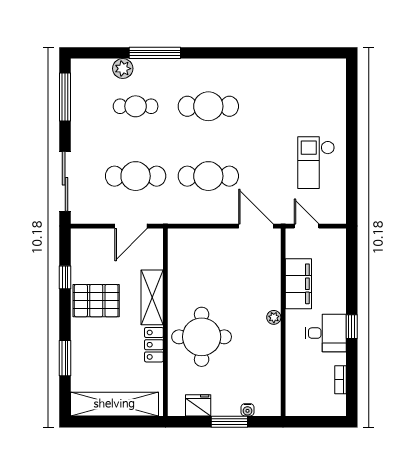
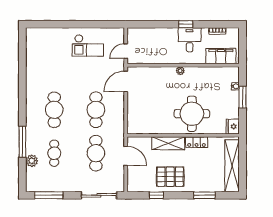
filing cabinet: (298, 284) -> (221, 56), moved
pallet: (96, 301) -> (170, 177), turned 90
fridge: (198, 405) -> (233, 127), moved

